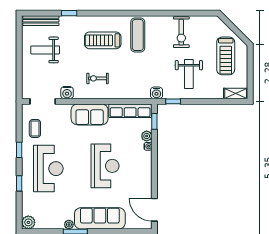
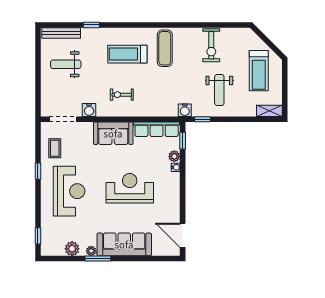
reception desk: (105, 166) -> (130, 188), turned -90
window: (19, 183) -> (38, 236), moved
plant: (28, 222) -> (72, 249), moved

